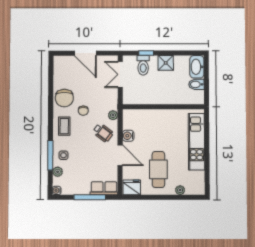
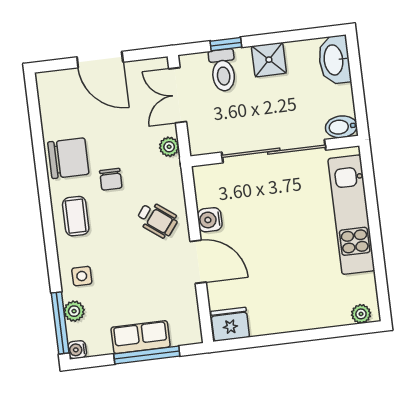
bidet: (196, 84) -> (341, 127), moved
chair: (64, 98) -> (68, 158), turned -90
sliding door: (163, 107) -> (274, 151), added
plant: (113, 115) -> (169, 147), moved
window: (50, 155) -> (60, 323), moved
cafe table: (158, 169) -> (280, 281), removed
row of seats: (104, 188) -> (141, 337), moved
plant: (180, 190) -> (361, 314), moved

